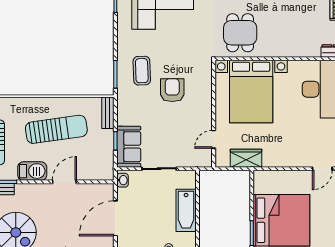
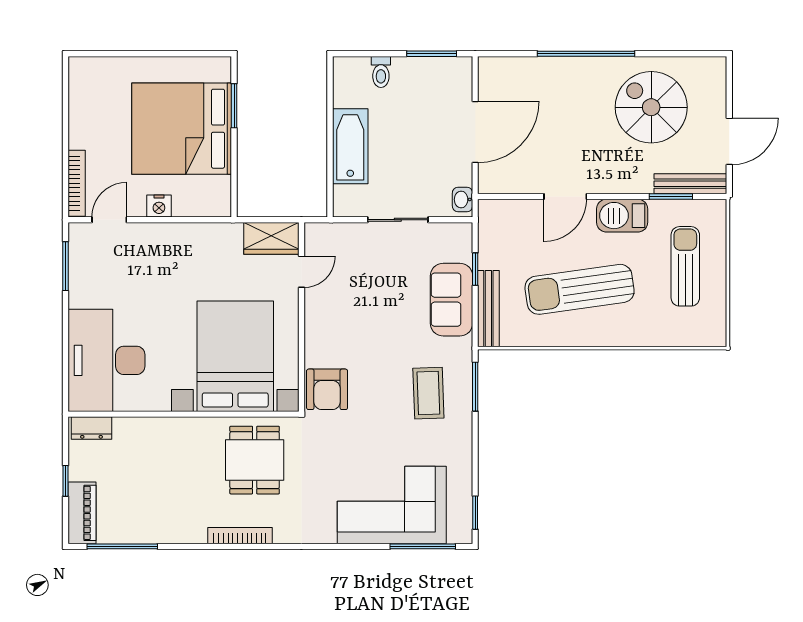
armchair: (172, 90) -> (327, 389), moved
bench: (108, 113) -> (488, 309), width x1.36
sofa: (129, 147) -> (451, 300), moved
wardrobe: (246, 158) -> (271, 238), moved
nightstand: (294, 176) -> (159, 206), added

